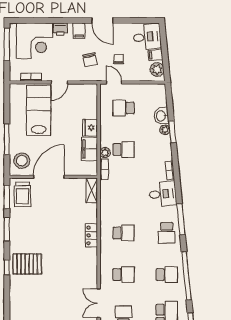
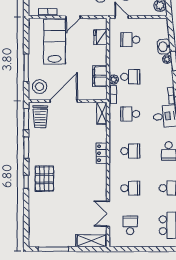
fridge: (90, 128) -> (100, 37), moved
school desk: (124, 191) -> (130, 114), added
pallet: (27, 264) -> (44, 179), turned 90

